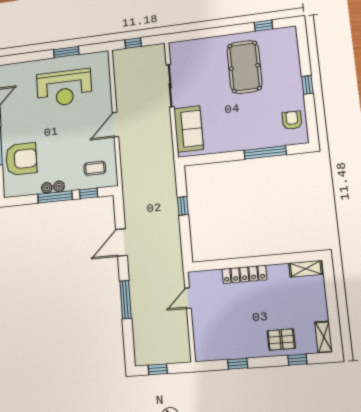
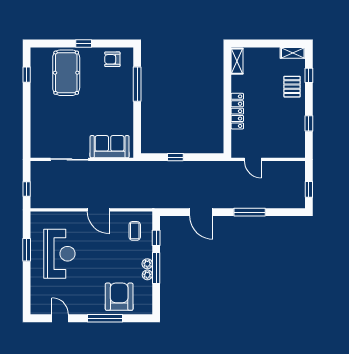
pool table: (245, 67) -> (66, 73), moved, turned 90

